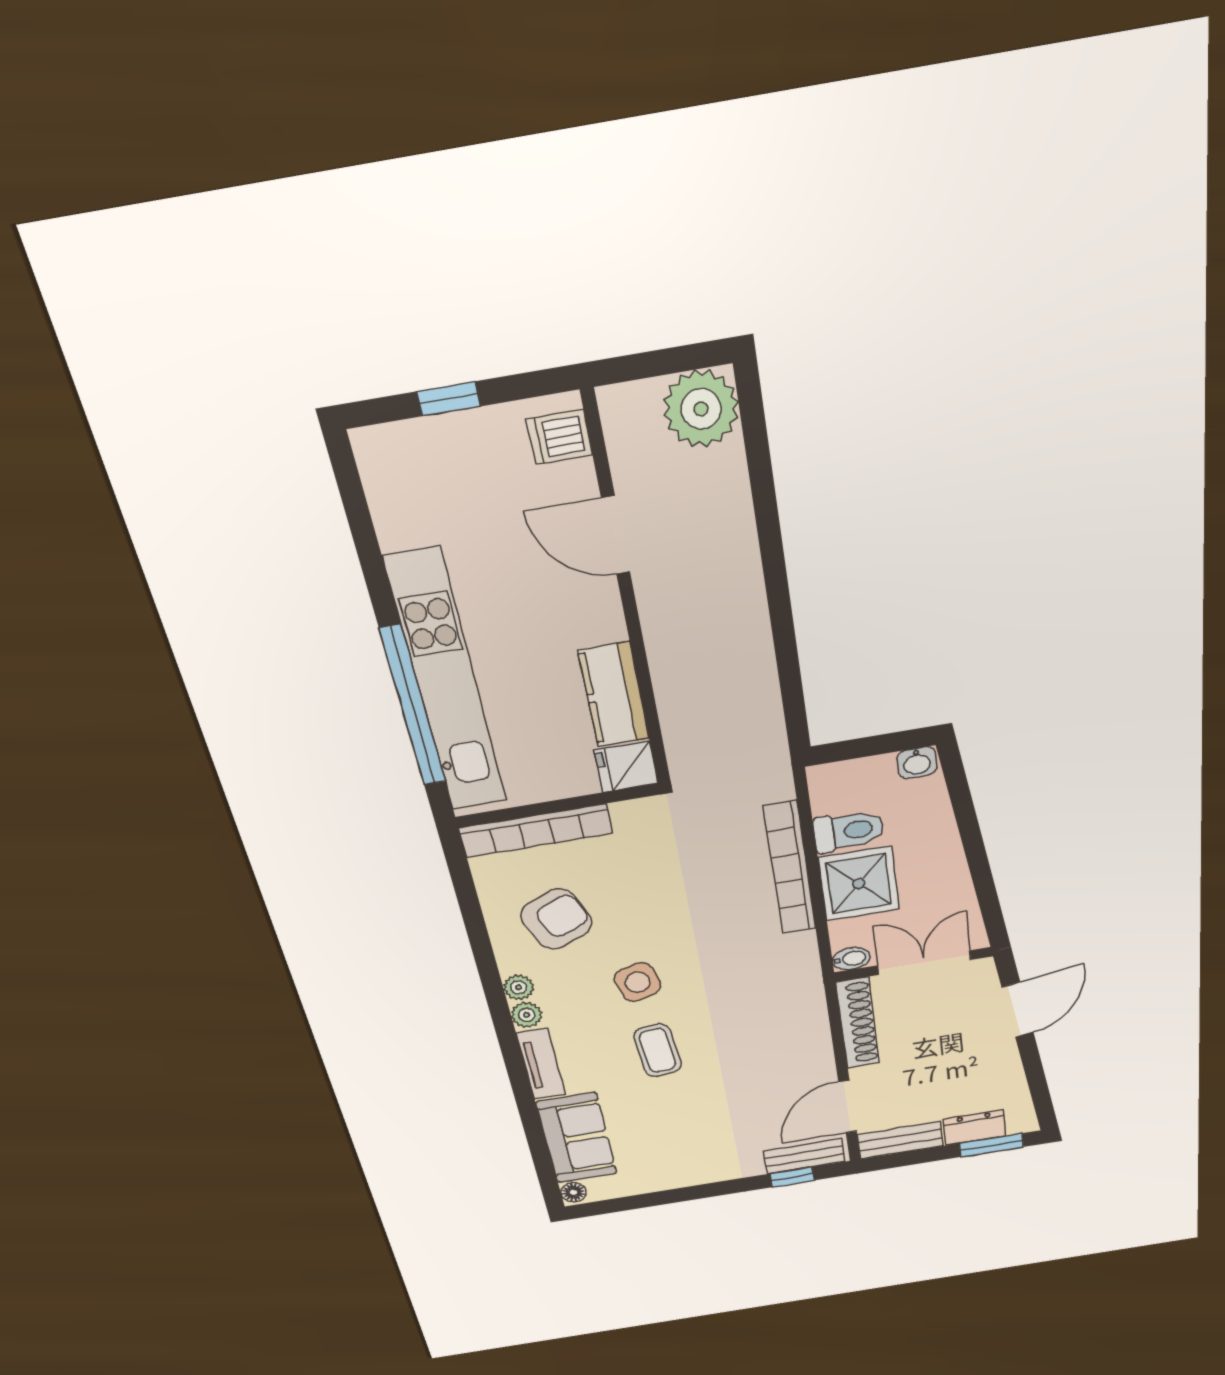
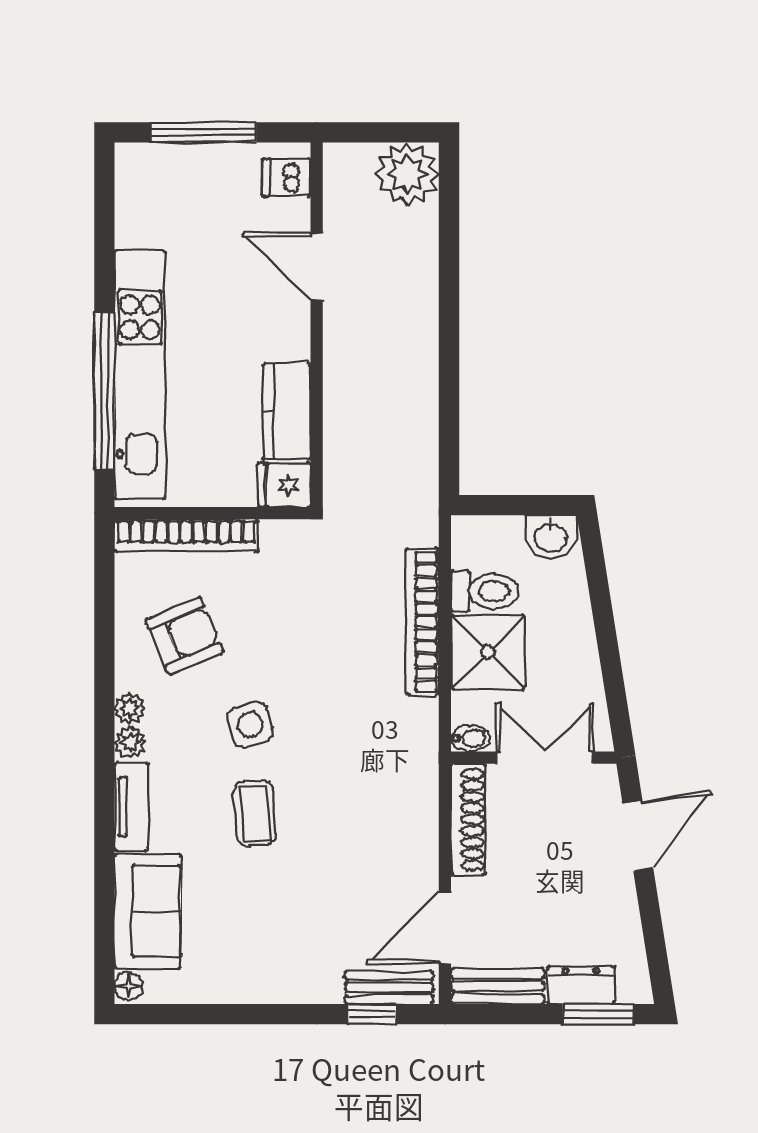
window: (449, 399) -> (203, 132), width x2.17
washbasin: (917, 763) -> (551, 537), width x1.38, depth x1.45

